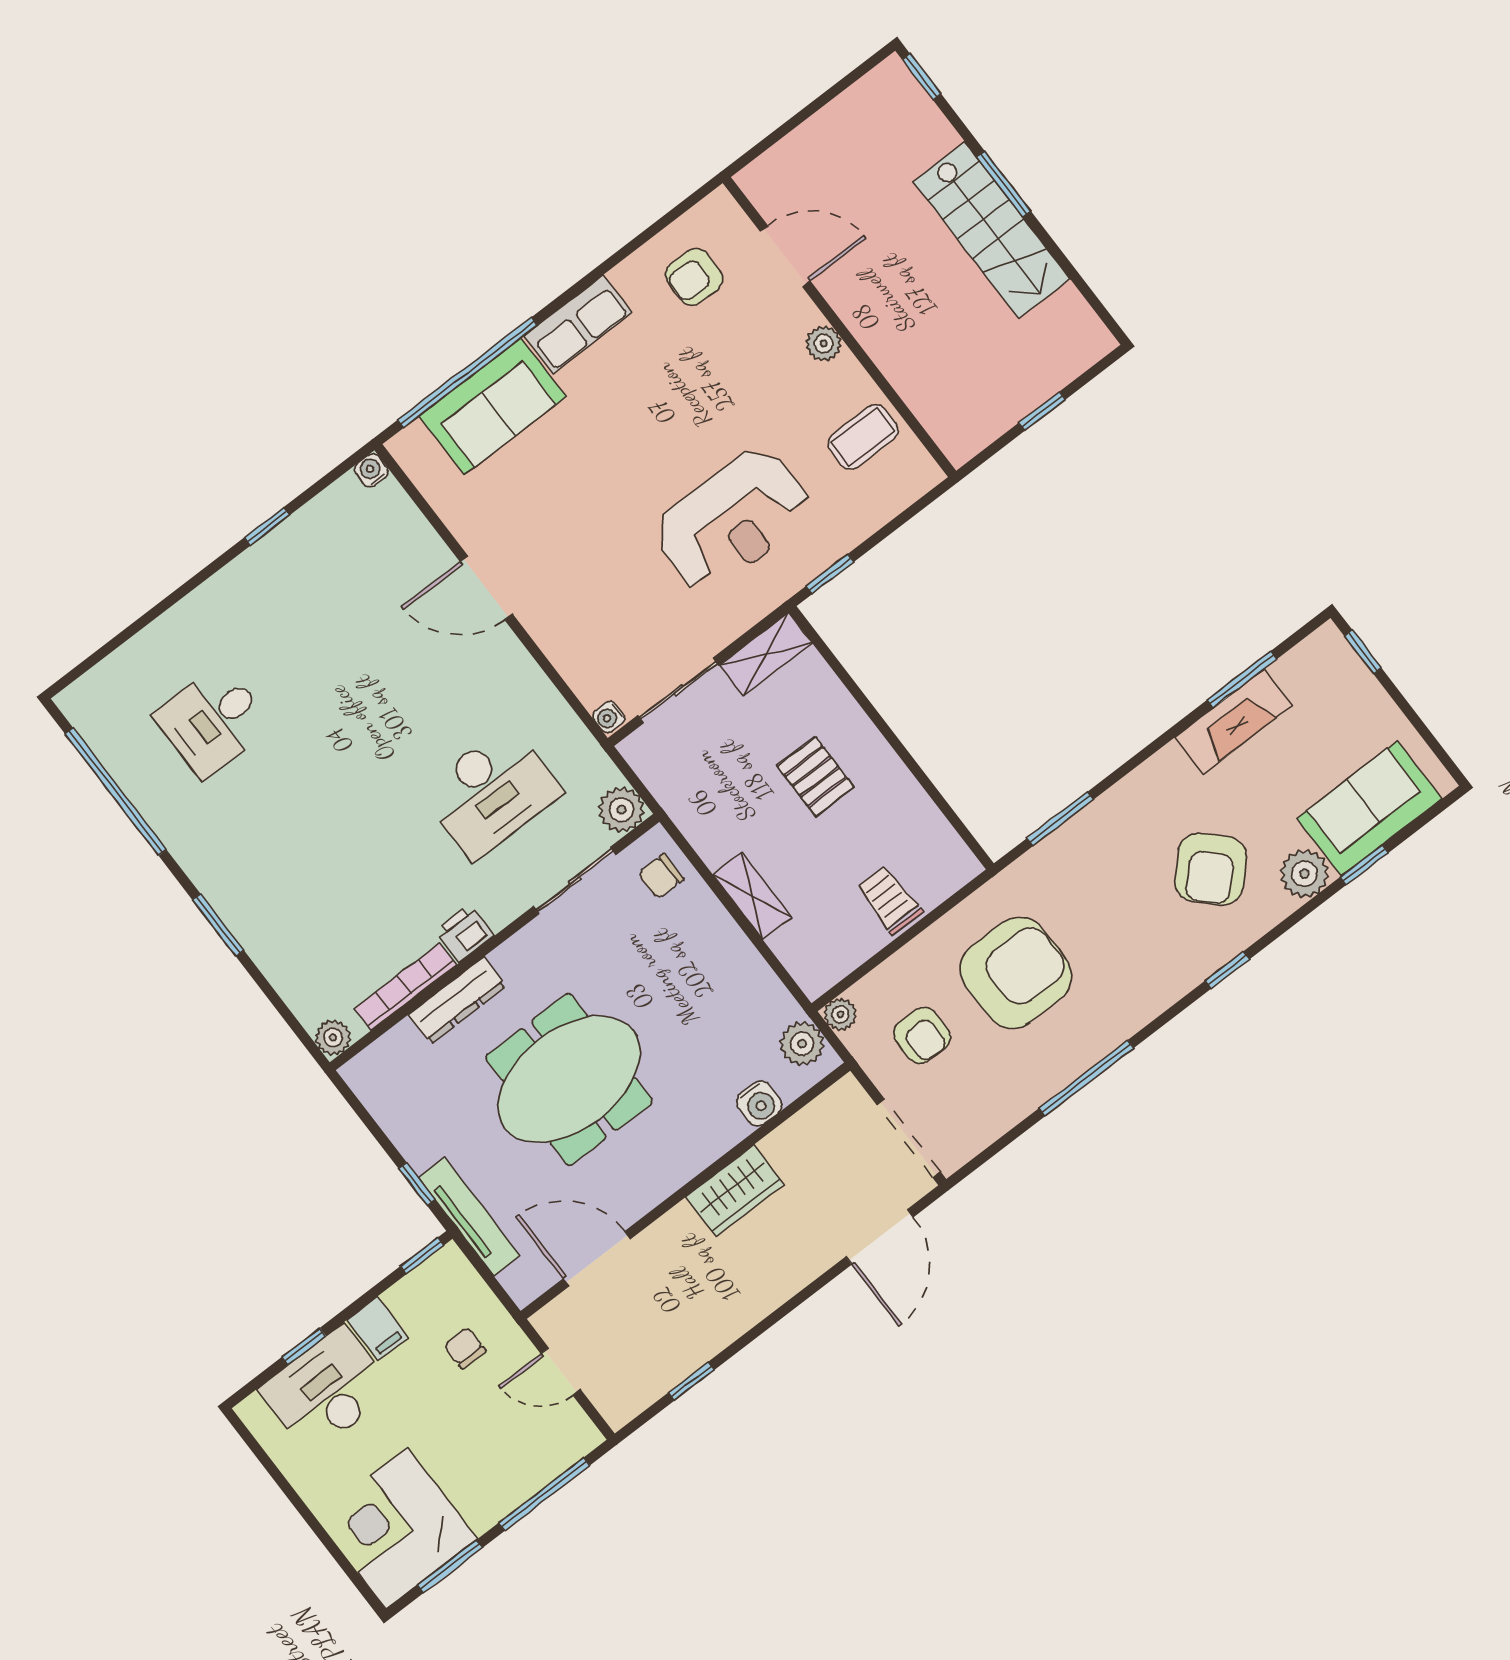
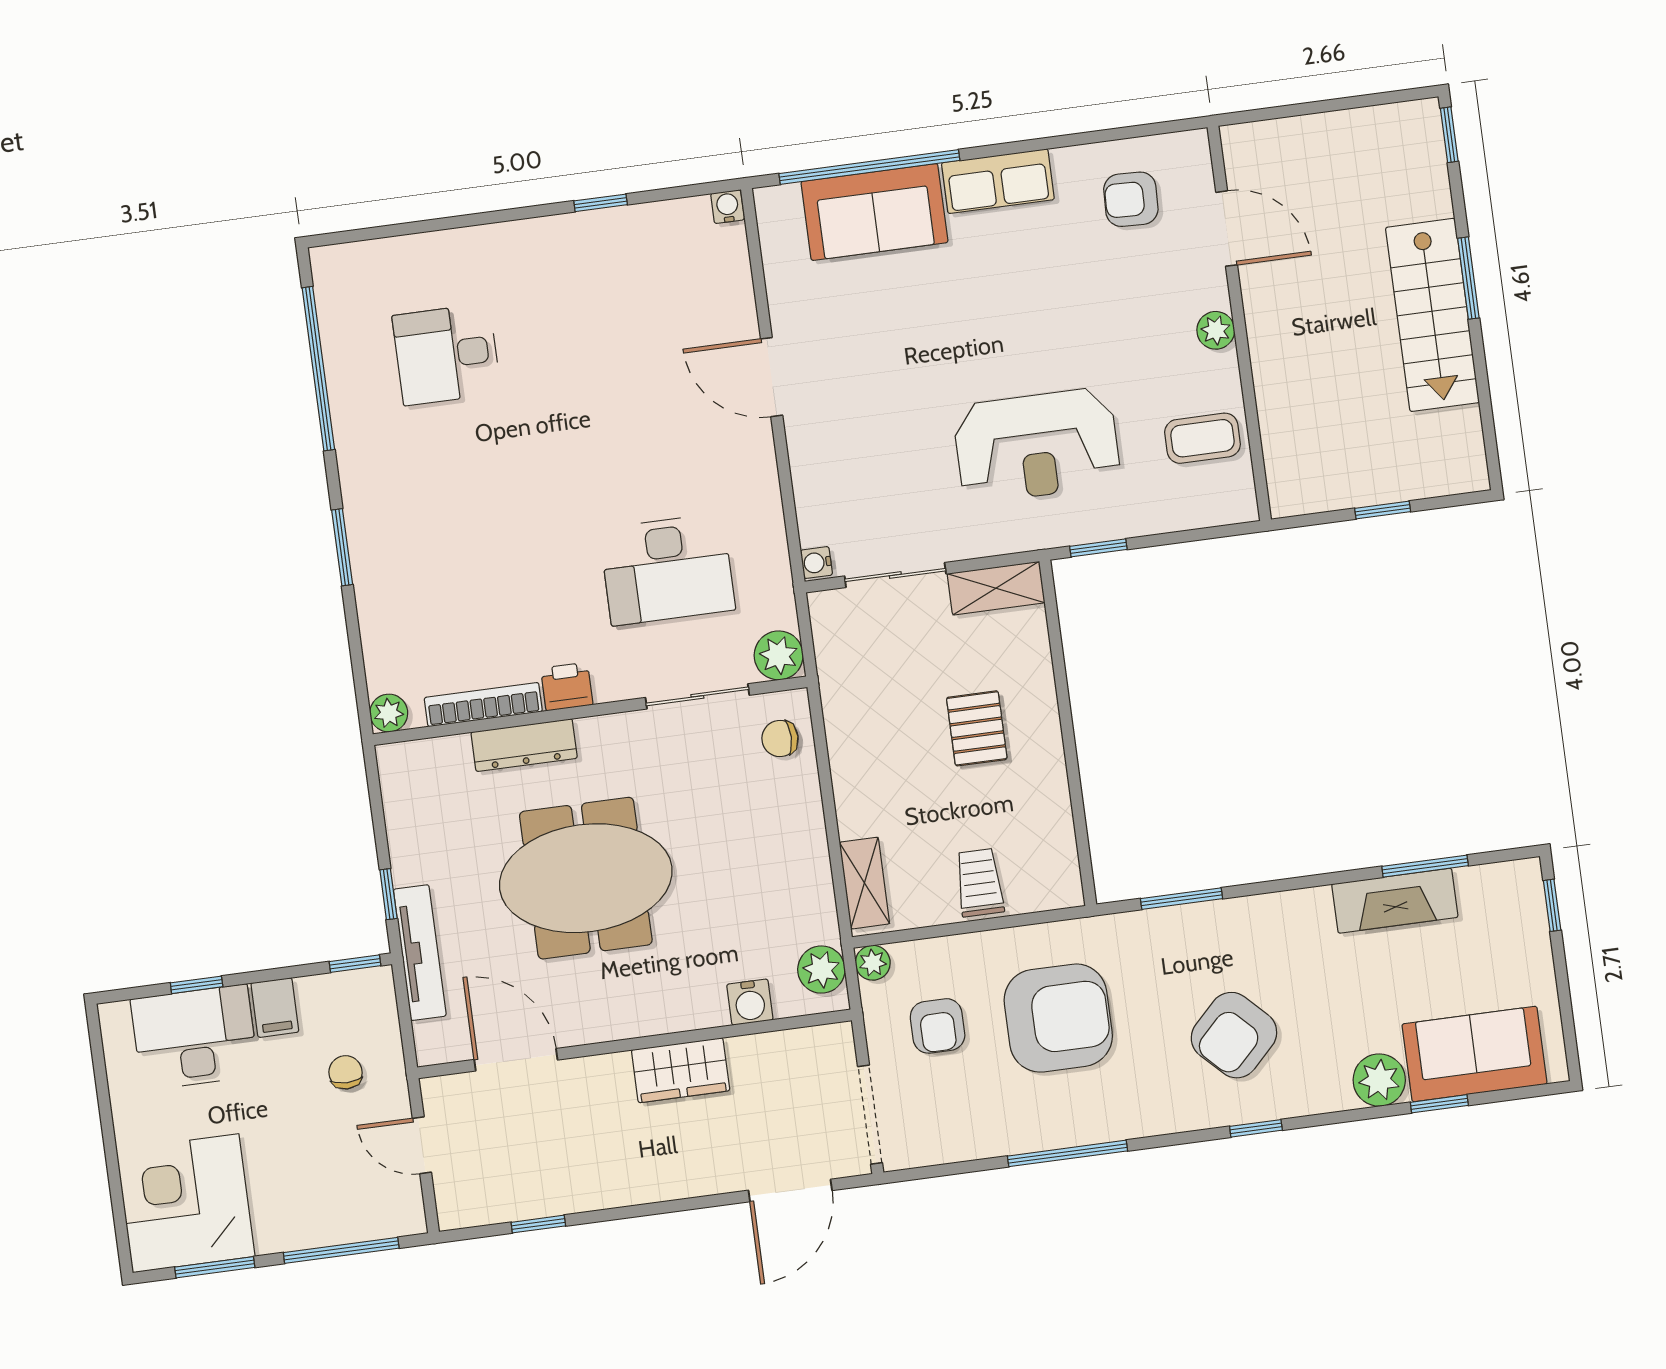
armchair: (1211, 869) -> (1234, 1035), moved
shelving: (752, 896) -> (864, 883), moved

